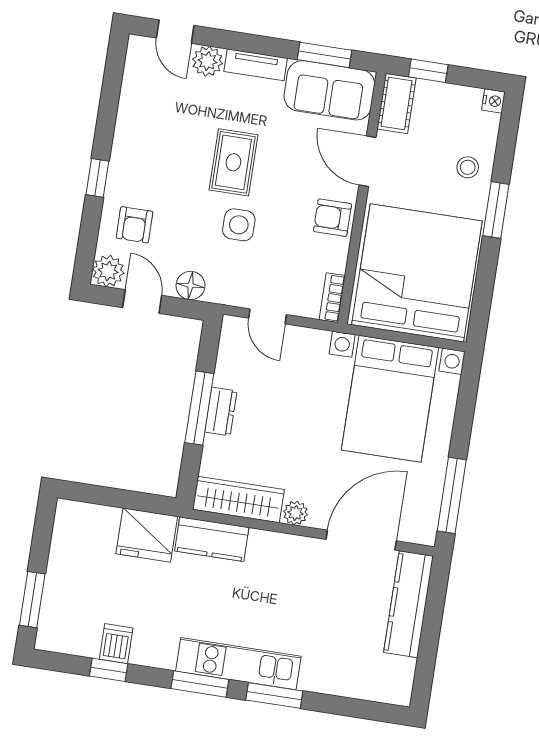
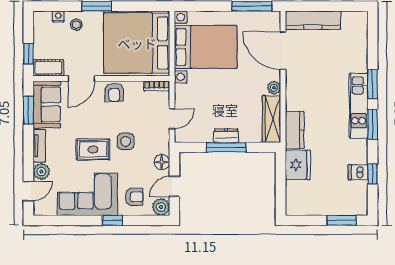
nightstand: (493, 101) -> (58, 17), moved
corner sofa: (153, 139) -> (87, 194), added

